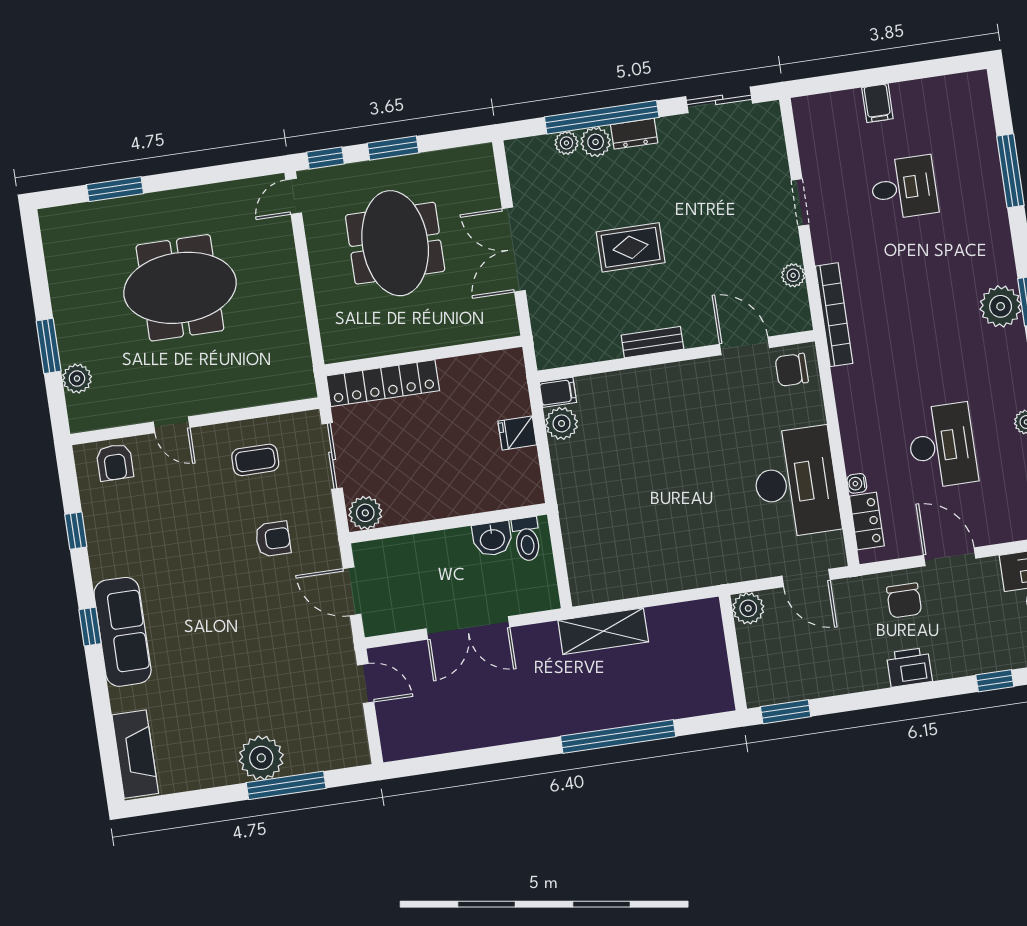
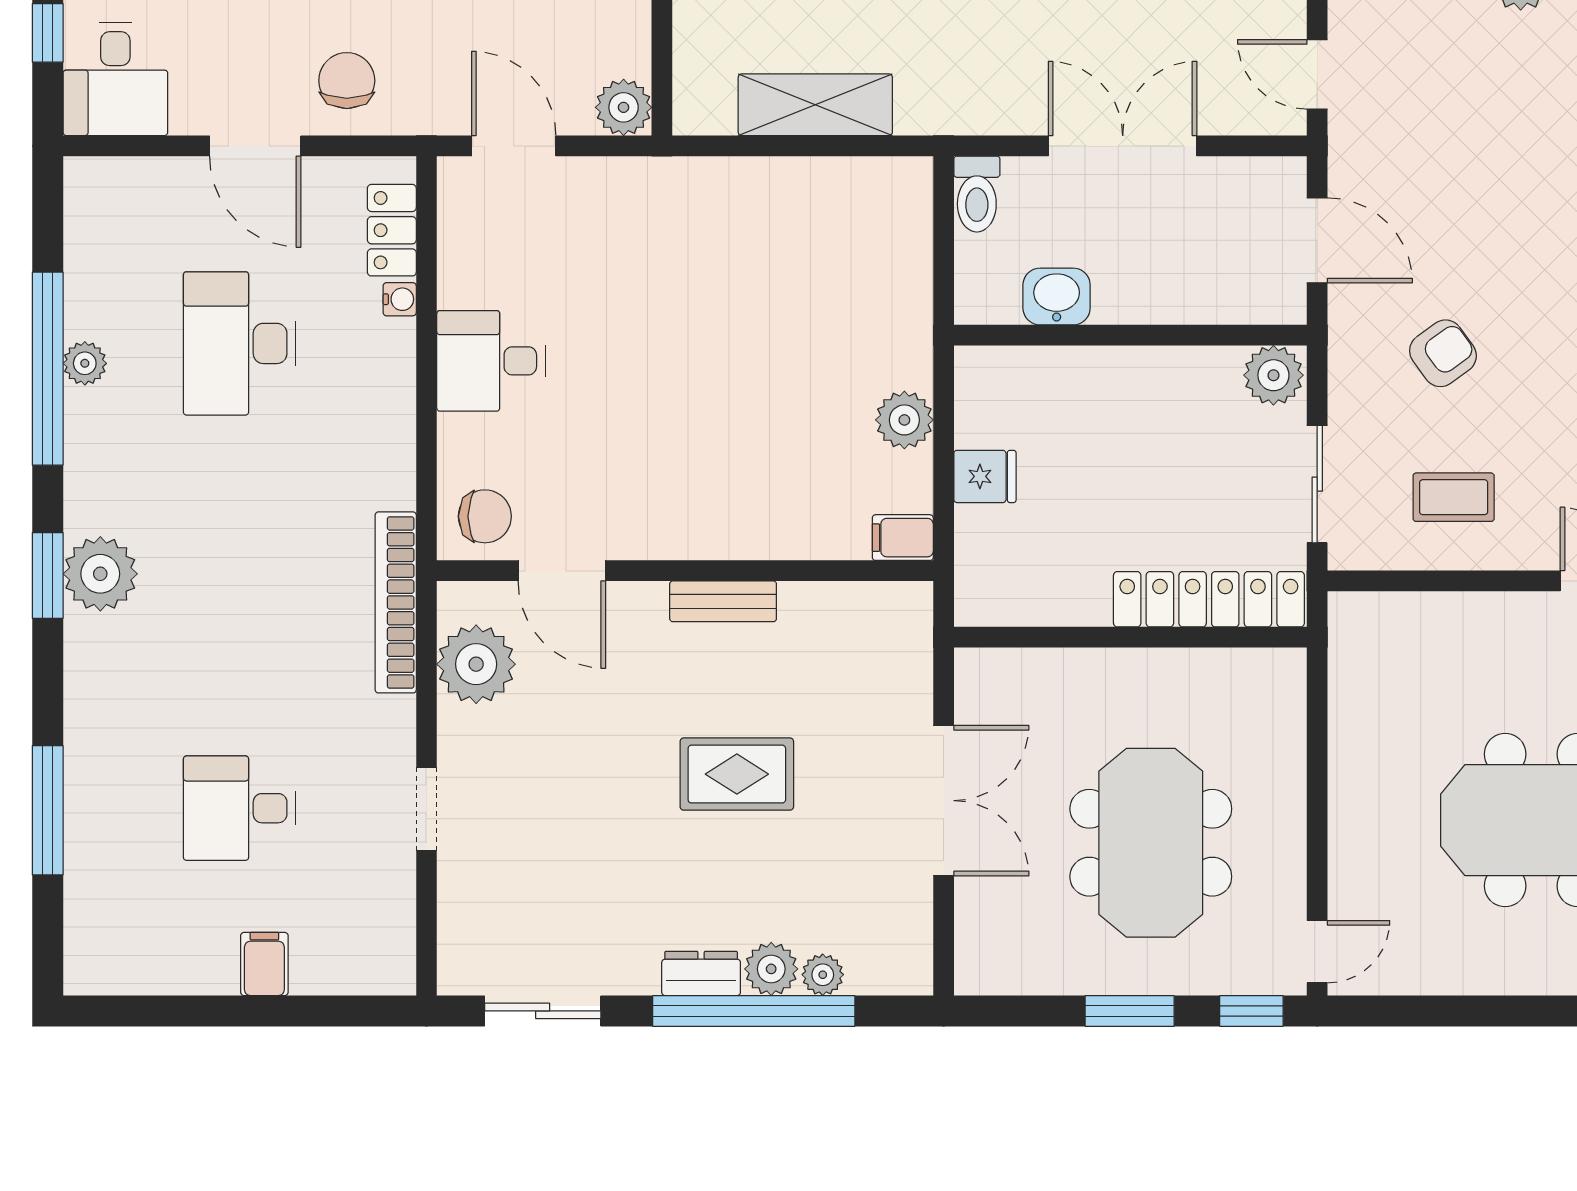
plant: (793, 275) -> (476, 664), width x1.88, depth x1.88
plant: (562, 423) -> (904, 420), moved
desk: (796, 482) -> (491, 361), width x0.53, depth x0.77
armchair: (273, 539) -> (1443, 353), turned 144
toilet: (527, 539) -> (977, 194), moved, turned 180
shelving: (603, 631) -> (815, 105), moved

